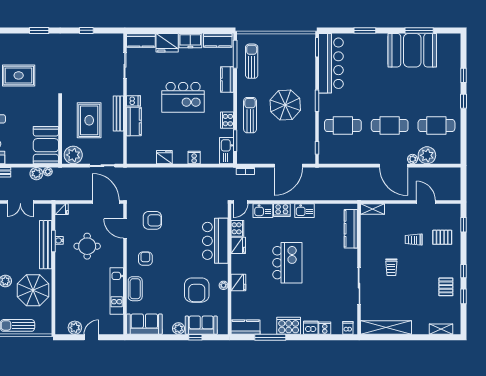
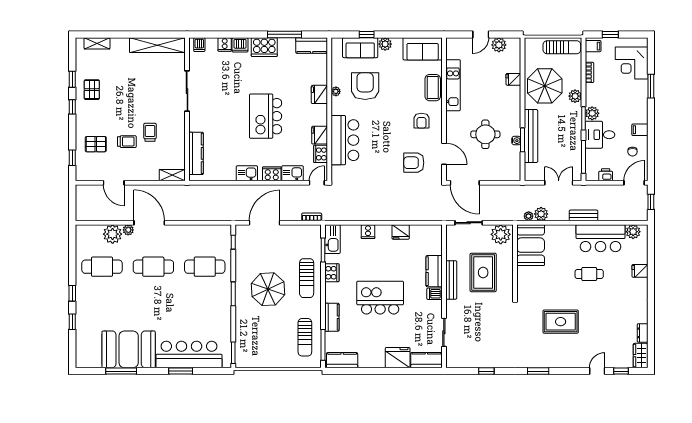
freezer: (190, 41) -> (372, 360), removed
bar counter: (331, 63) -> (189, 355), moved, turned 90
fridge: (62, 209) -> (513, 79), moved
trolley: (391, 267) -> (150, 132), moved

